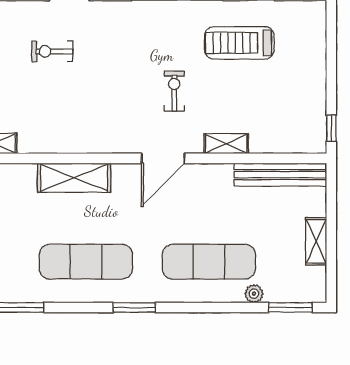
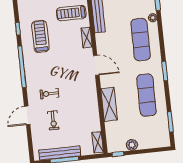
treadmill: (239, 43) -> (40, 36), turned 180
exercise bike: (174, 91) -> (49, 94), moved
treadmill: (283, 116) -> (71, 13), added

